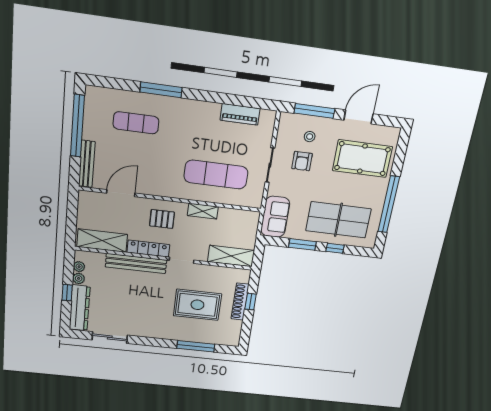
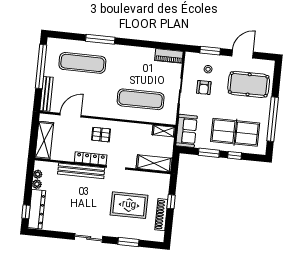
window: (314, 111) -> (210, 51), width x0.69
piano: (240, 114) -> (169, 56), moved
exercise mat: (136, 123) -> (82, 63), width x1.36, depth x1.45
shelving: (203, 211) -> (164, 131), moved
shelving: (102, 241) -> (44, 140), moved, turned 90
window: (67, 293) -> (26, 212), moved
shoe rack: (240, 302) -> (161, 215), moved
sliding door: (110, 337) -> (89, 238), moved
window: (196, 346) -> (128, 242), width x0.69

